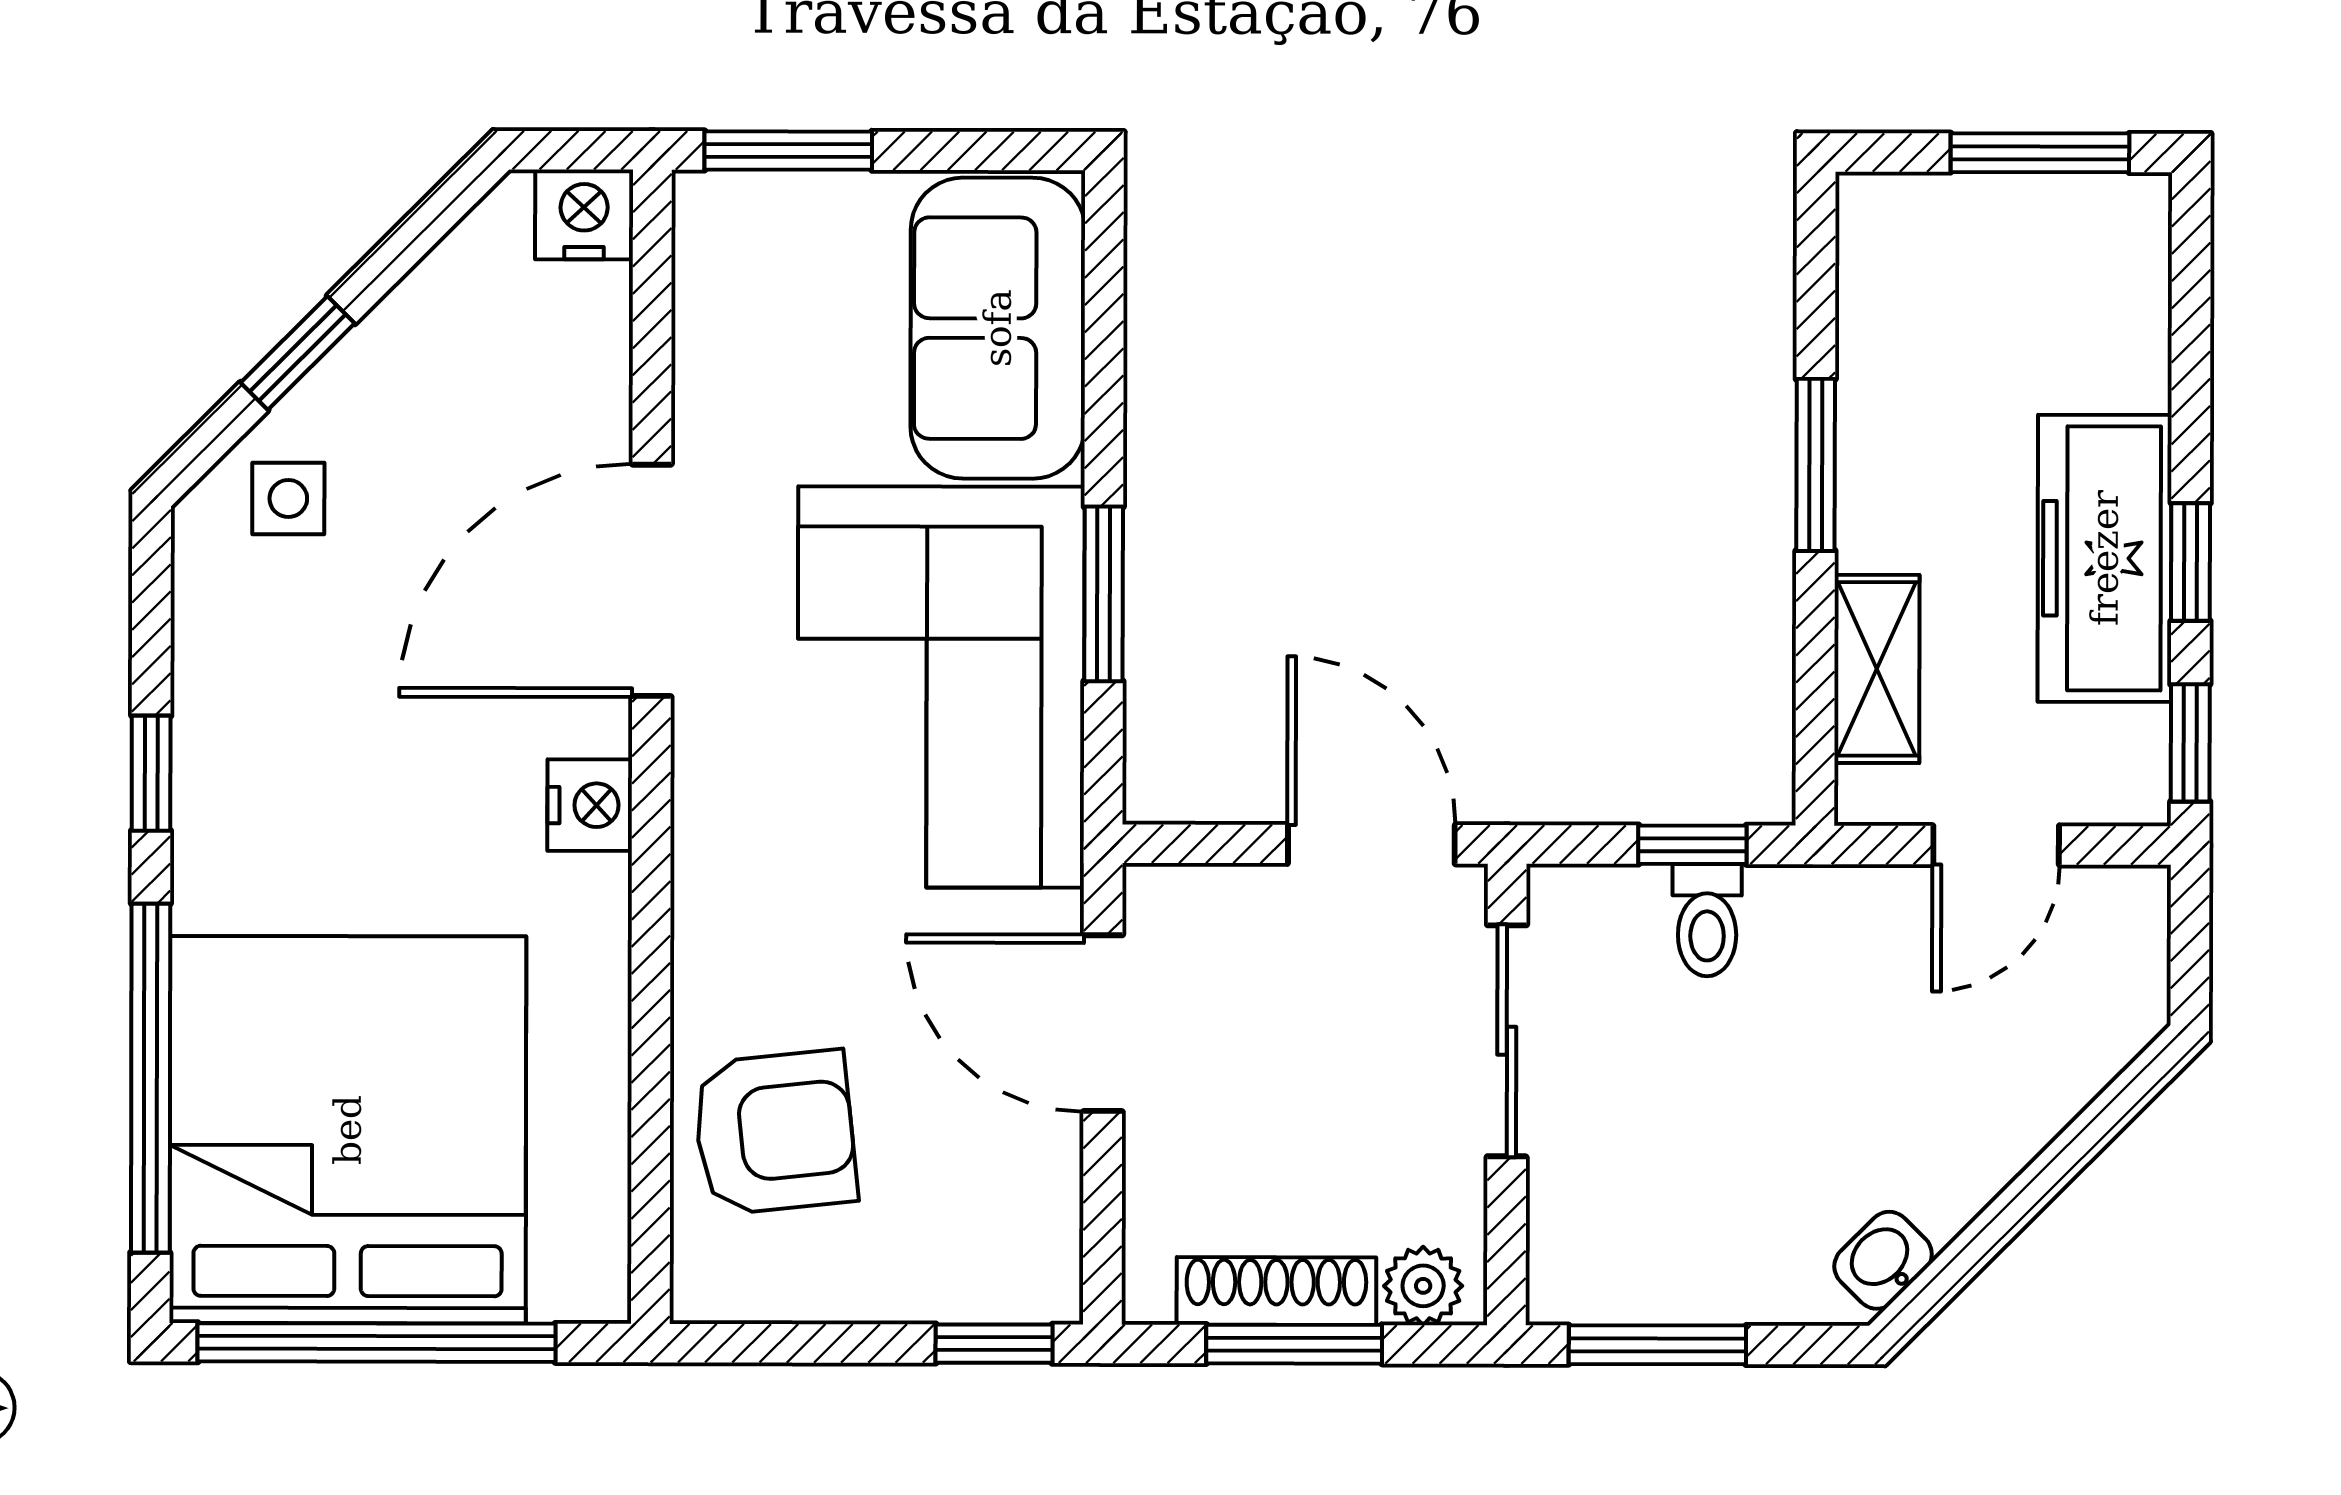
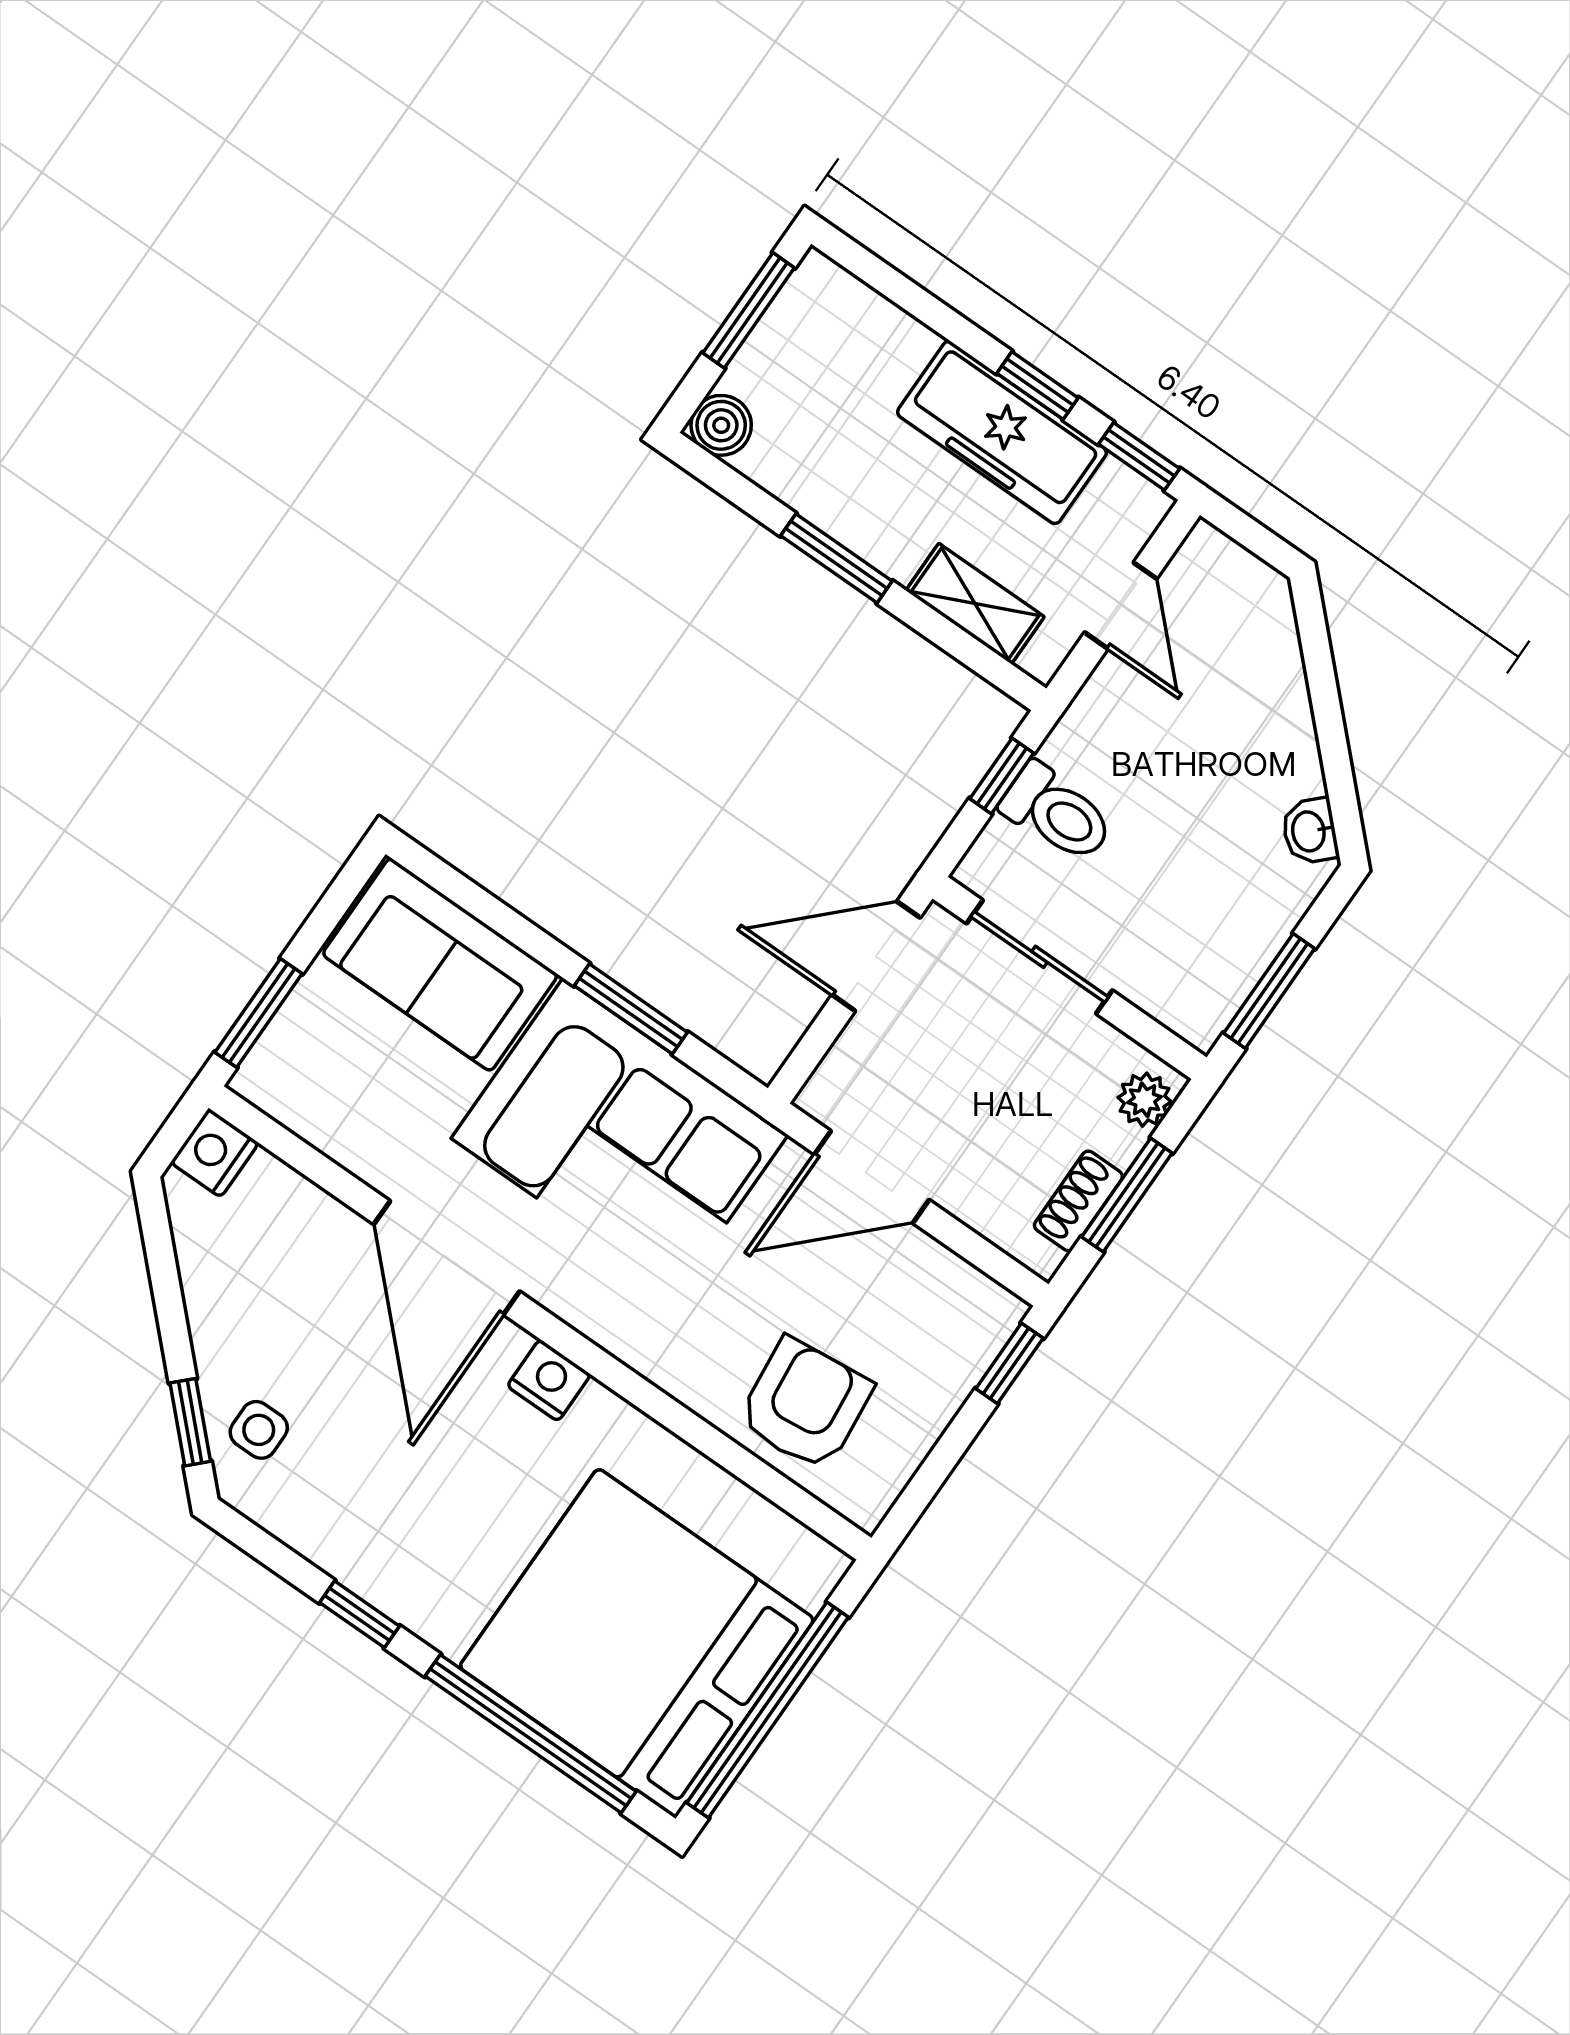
boiler: (1879, 216) -> (721, 425), added
window: (298, 353) -> (190, 1422), moved
toilet: (1707, 920) -> (1057, 813), width x1.37, depth x1.39
shoe rack: (1276, 1291) -> (1078, 1201), width x0.70

